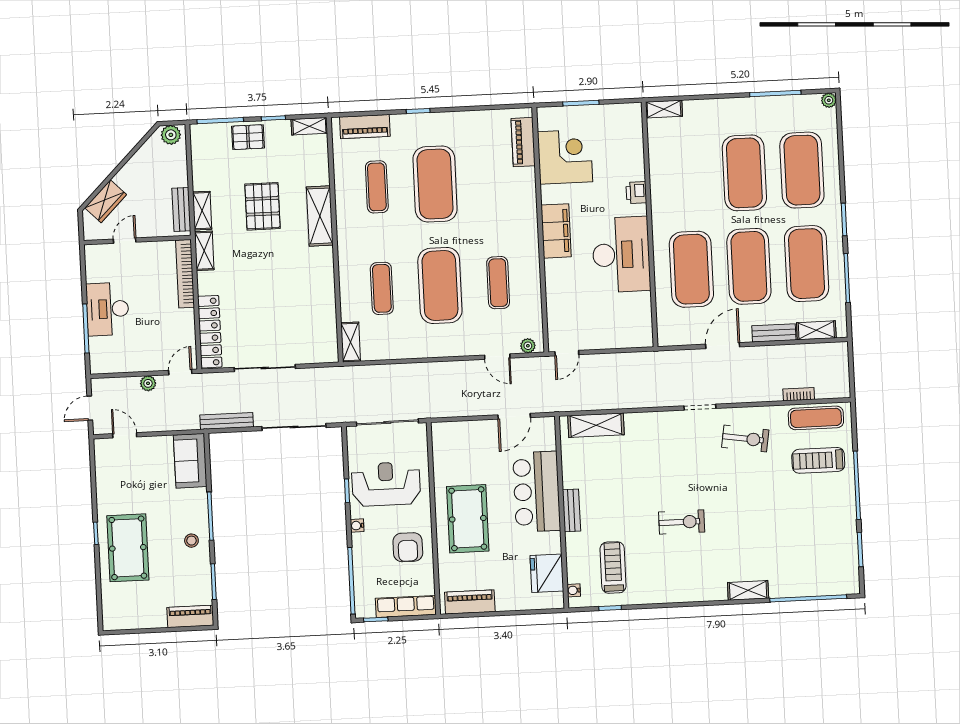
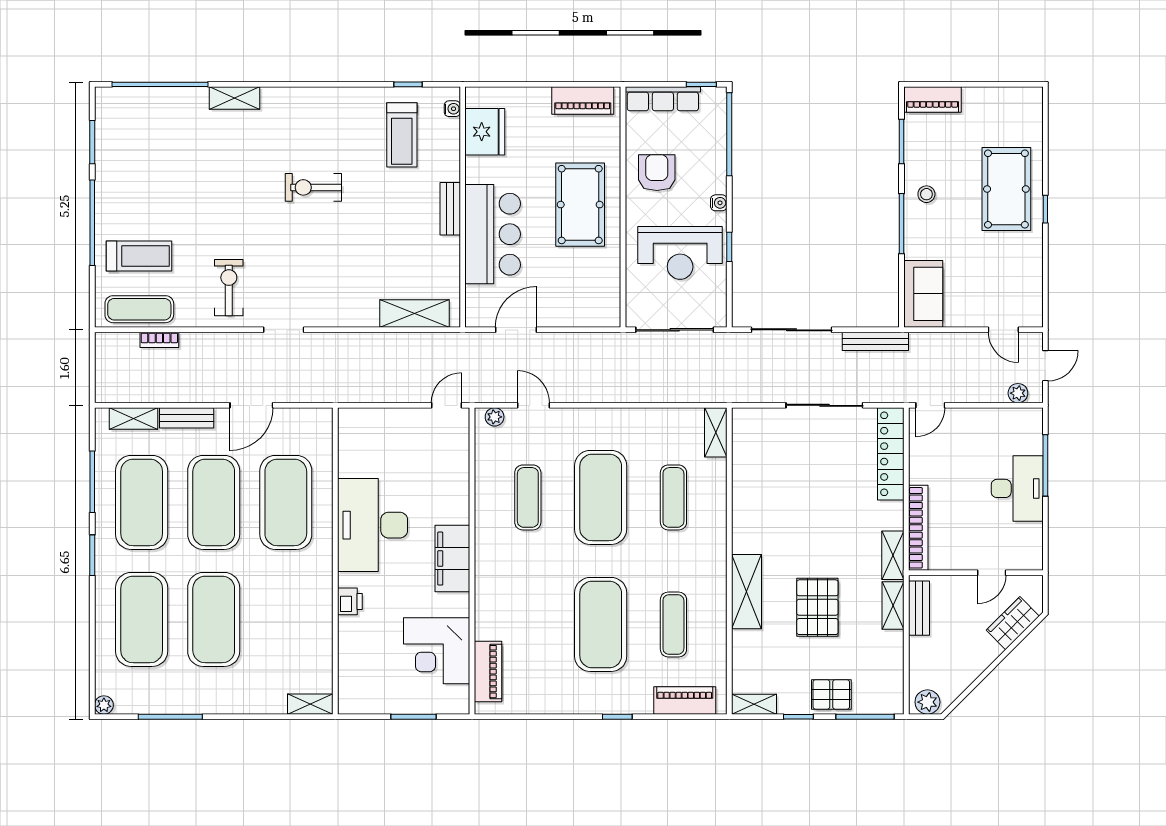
plant: (148, 383) -> (1018, 393), moved
exercise bike: (745, 439) -> (229, 288), turned 81

